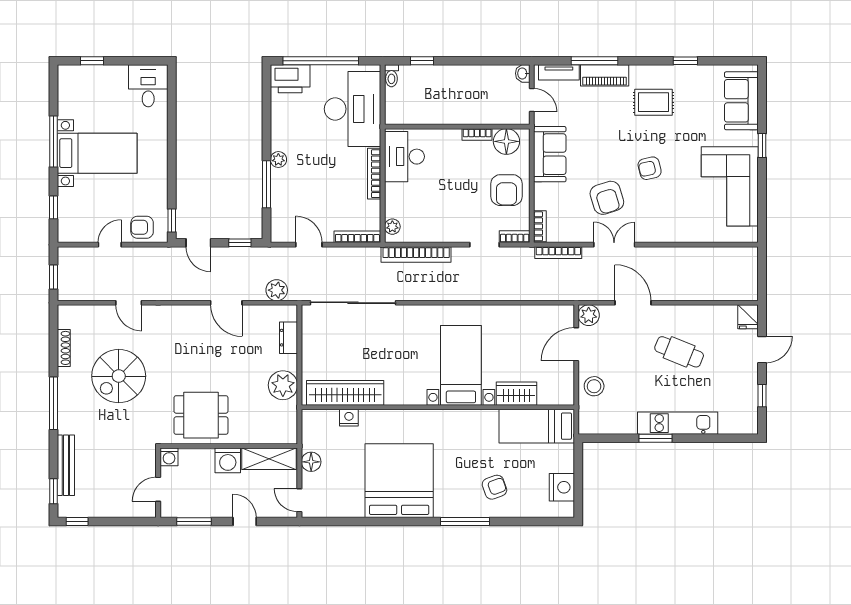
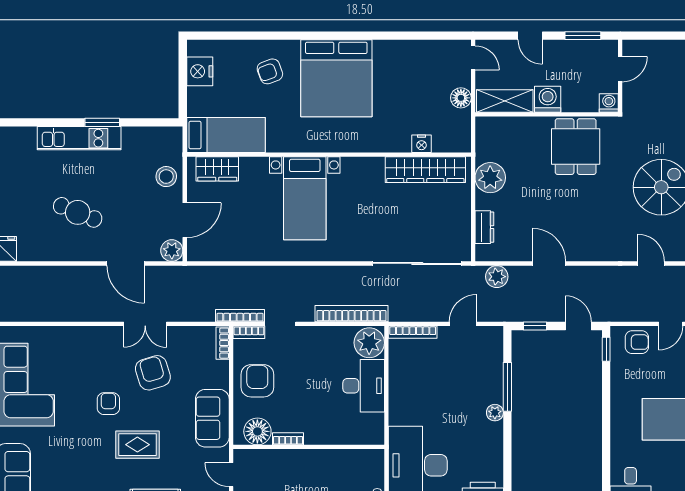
rug: (653, 102) -> (137, 445), moved
desk: (404, 157) -> (364, 386), moved
armchair: (650, 168) -> (108, 404), turned -77
bookcase: (374, 174) -> (395, 398), removed
plant: (392, 227) -> (369, 343), width x1.87, depth x1.87
door: (309, 245) -> (463, 324), swing flipped
bookcase: (558, 253) -> (240, 316), moved
wardrobe: (516, 394) -> (217, 169), moved
dining table: (201, 415) -> (576, 147), turned 90
bed: (399, 481) -> (336, 78), moved
window: (465, 521) -> (301, 36), removed

